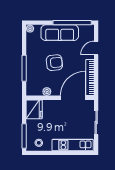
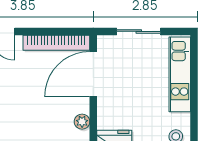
armchair: (54, 63) -> (29, 108), removed
door: (73, 98) -> (93, 74), hinge flipped

